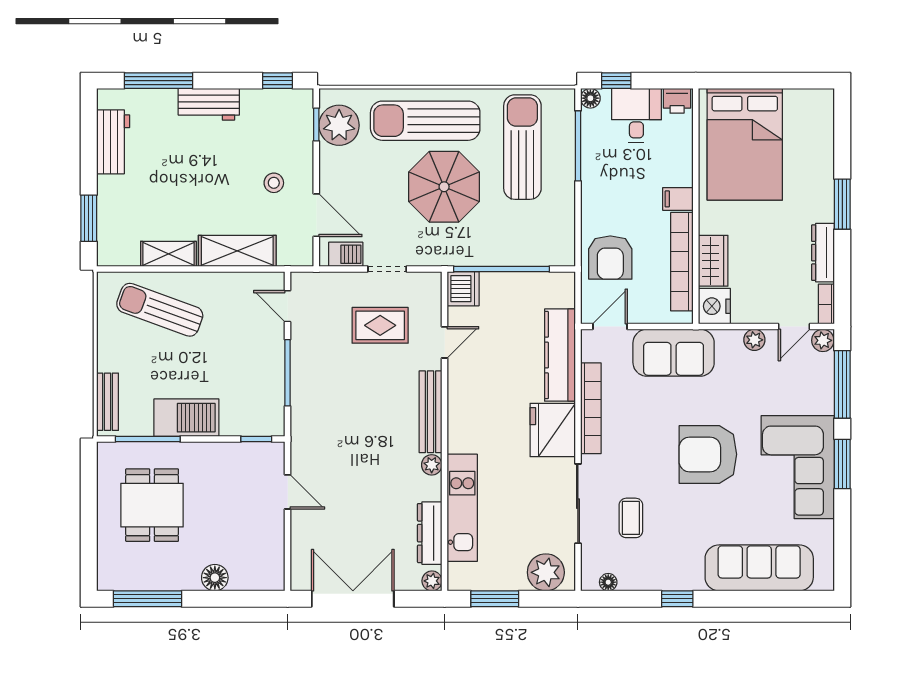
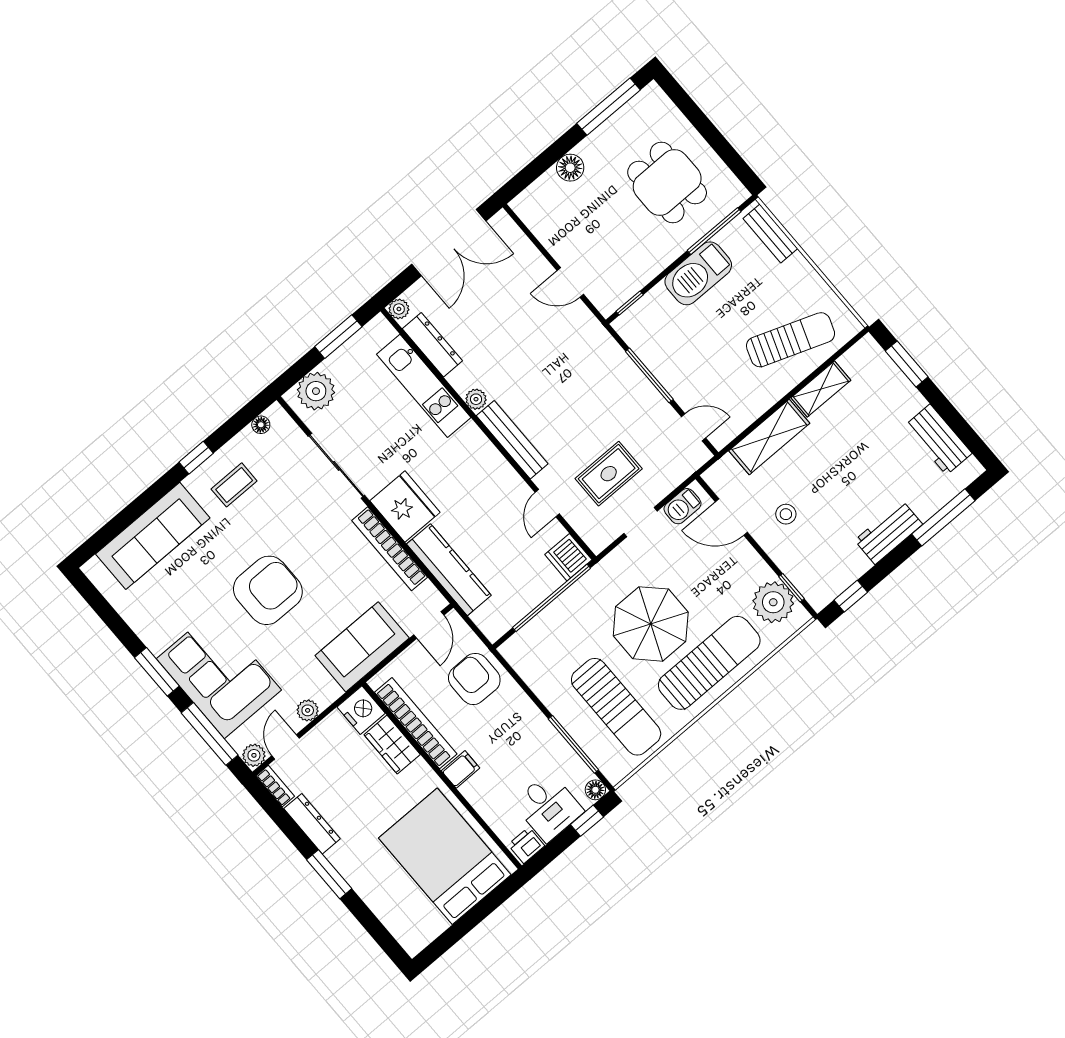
corner sofa: (798, 467) -> (219, 674), moved
coffee table: (631, 518) -> (234, 485), moved, turned 90

